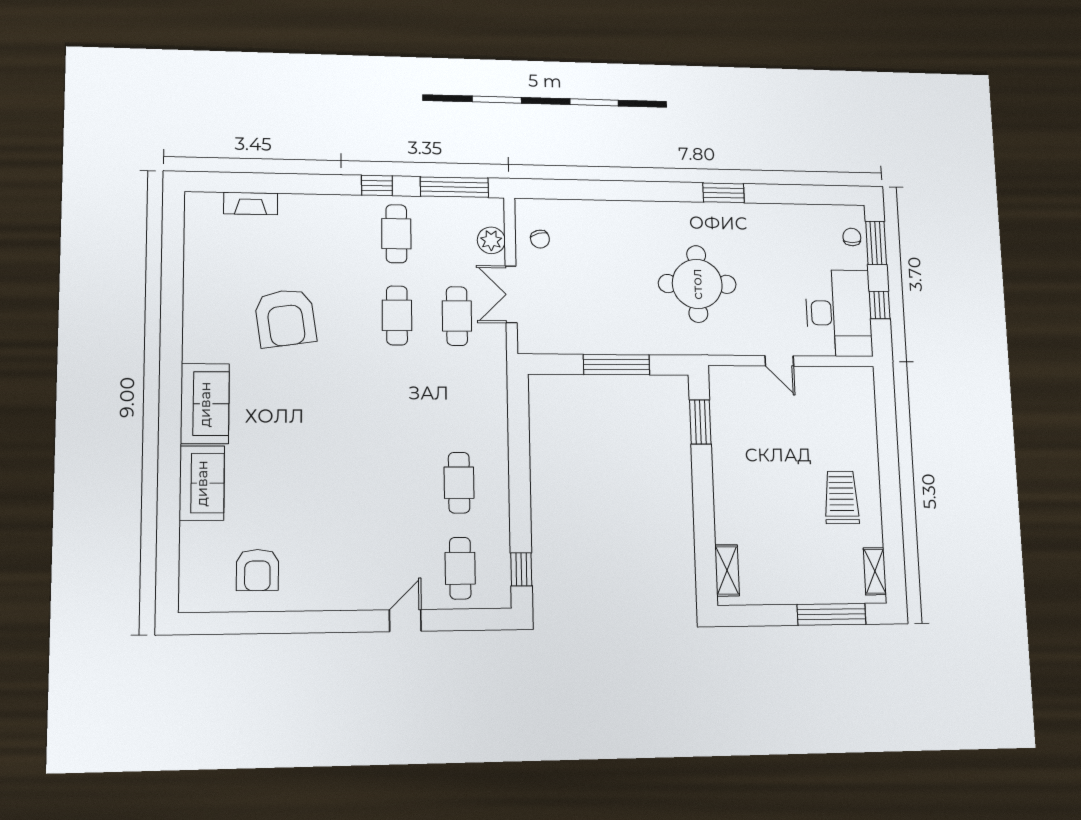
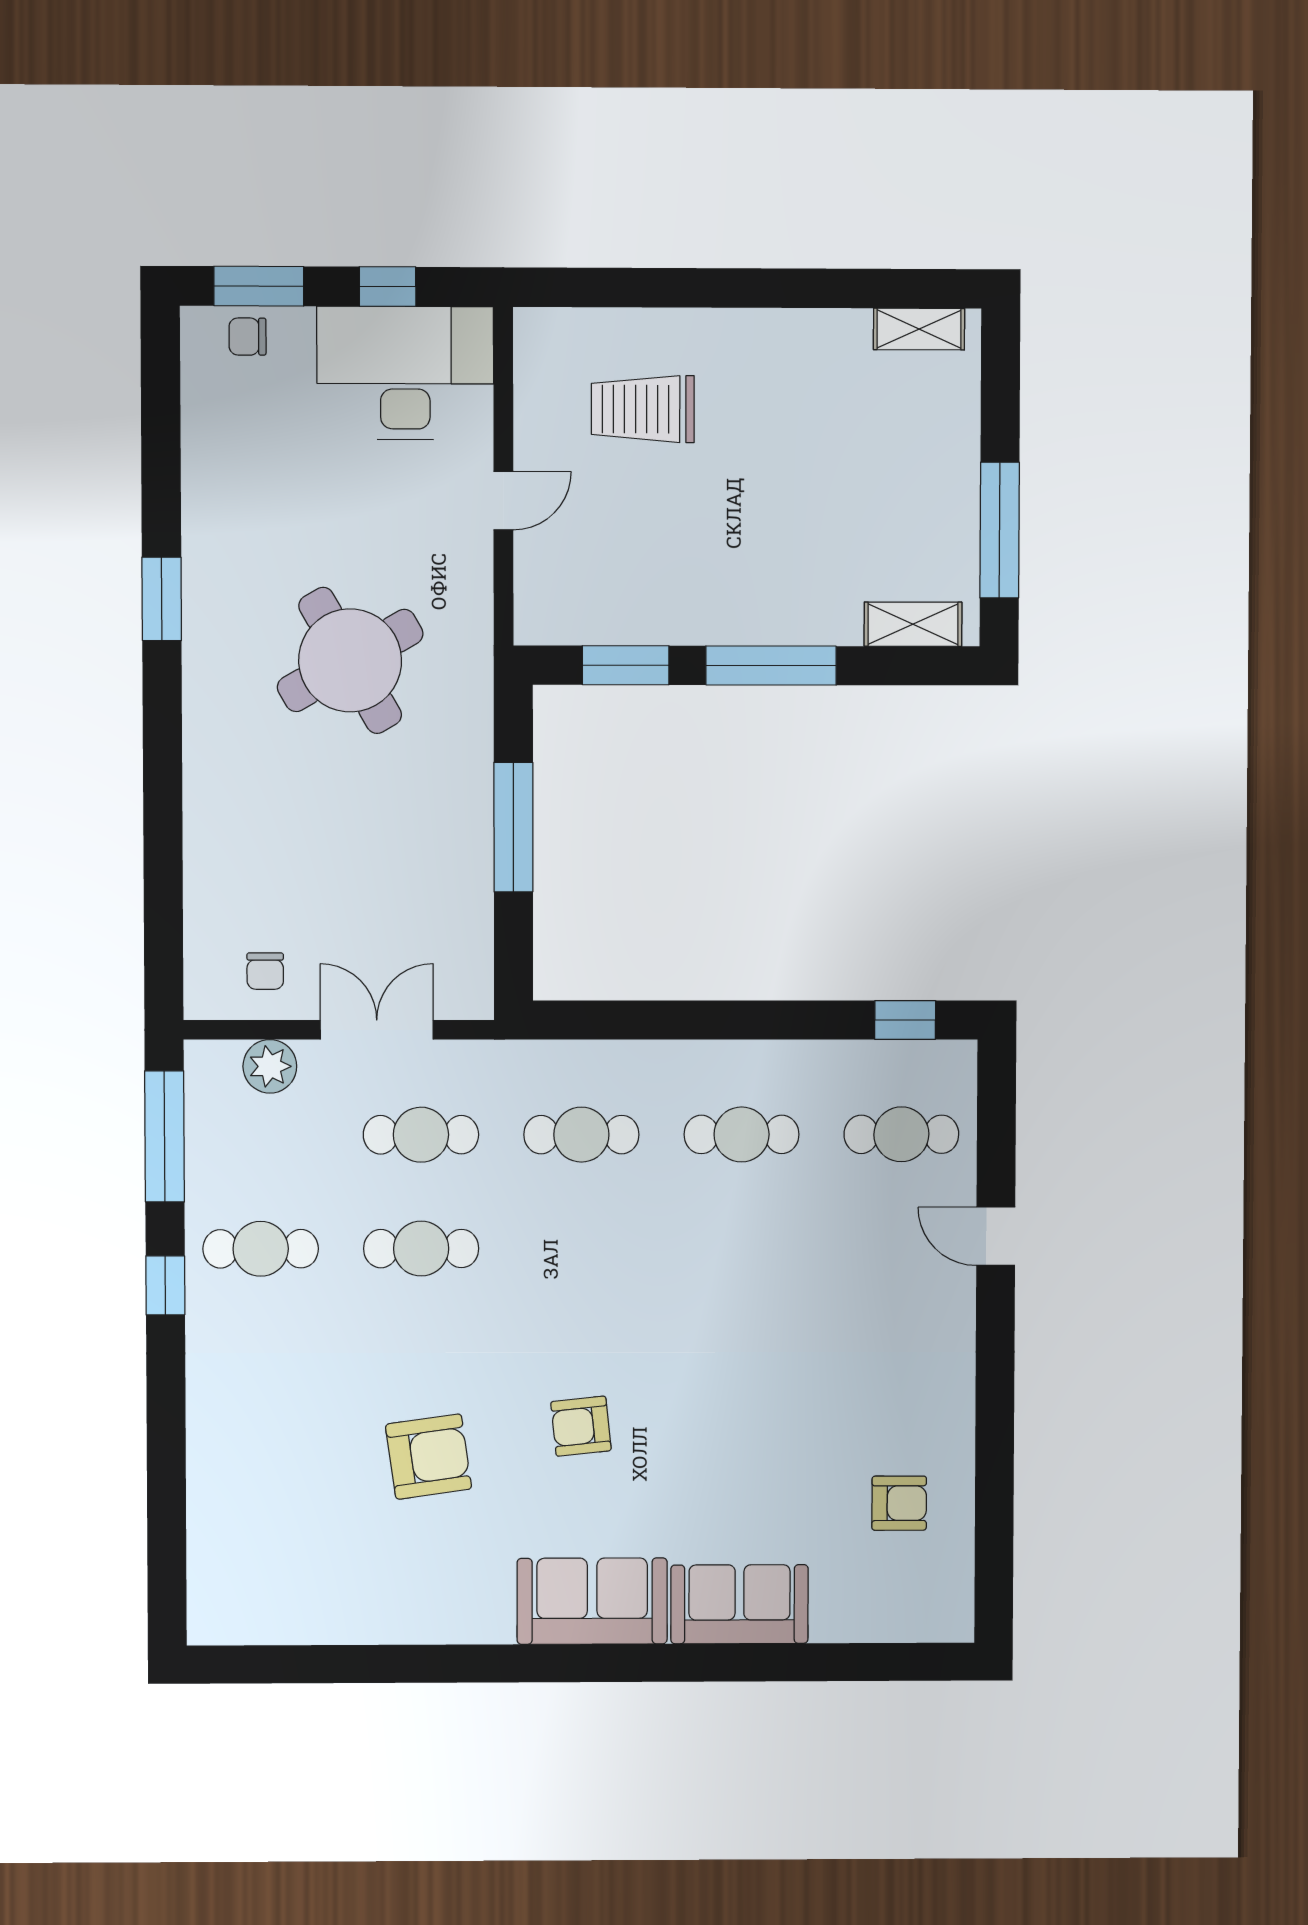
fireplace: (251, 204) -> (207, 1523), removed
chair: (540, 239) -> (265, 971), turned 105
round table: (697, 284) -> (350, 660), turned -30
double door: (511, 294) -> (377, 1030), swing flipped
armchair: (285, 318) -> (429, 1457), width x0.73, depth x0.73
armchair: (301, 398) -> (581, 1426), added
cafe table: (458, 399) -> (581, 1135), added
window: (703, 497) -> (771, 666), added
trolley: (841, 497) -> (643, 409), moved
armchair: (257, 570) -> (899, 1503), width x0.72, depth x0.72
window: (831, 614) -> (1000, 530), moved

